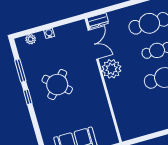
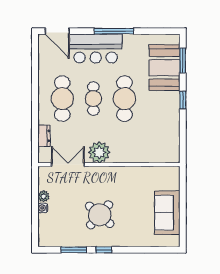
dresser: (98, 21) -> (44, 136), moved
plant: (31, 39) -> (44, 196), moved

